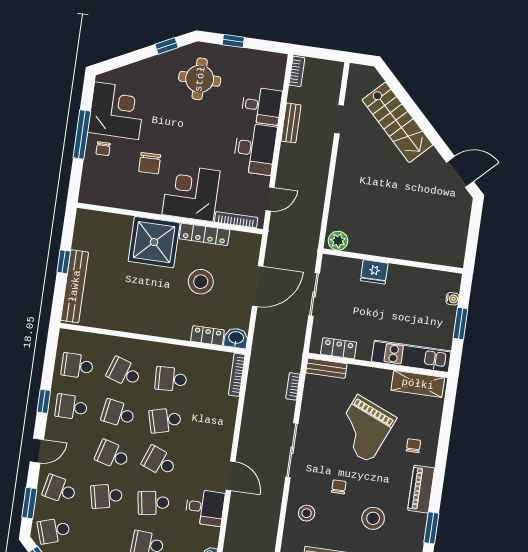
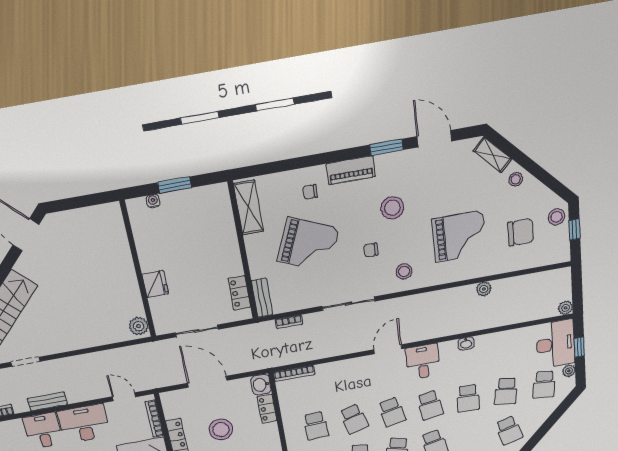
kitchen unit: (411, 356) -> (224, 223), removed
school desk: (159, 461) -> (392, 412), turned -33

